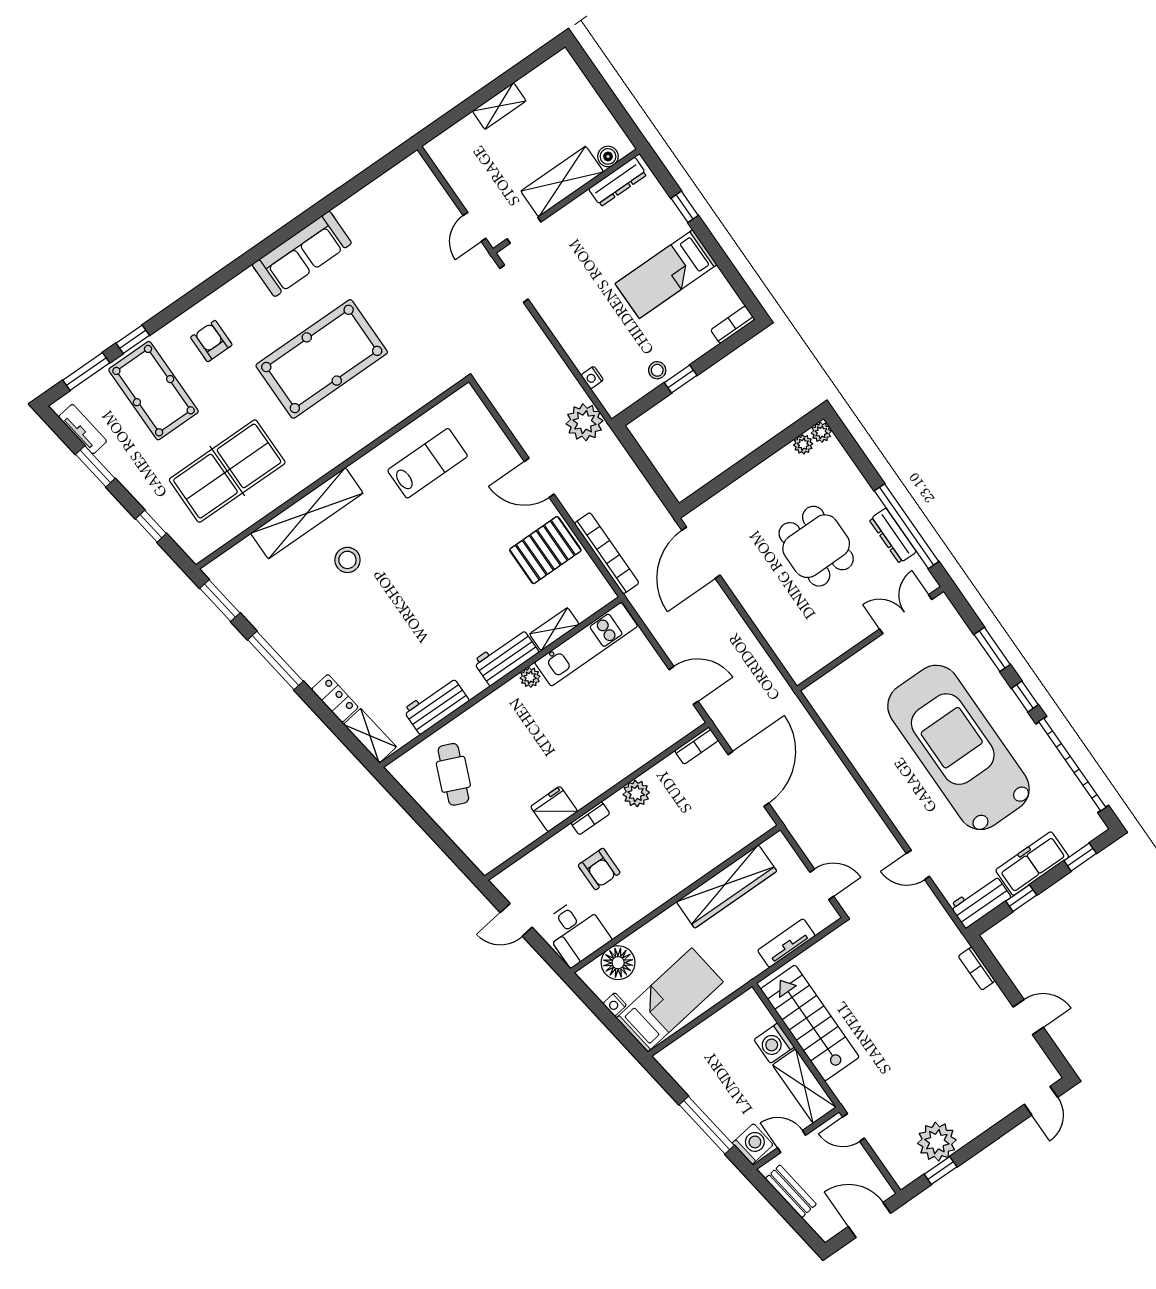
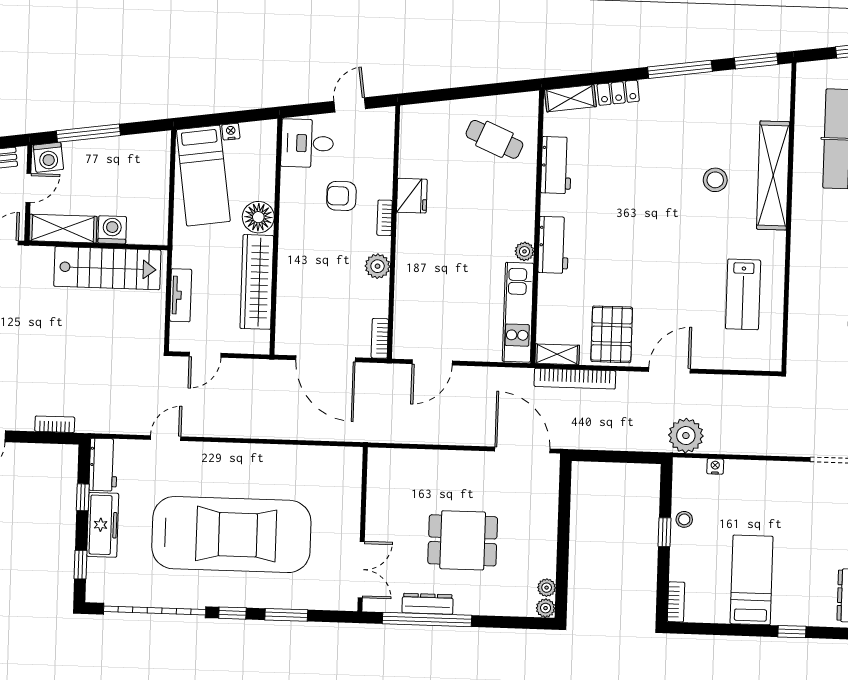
shelving: (554, 629) -> (557, 354), moved, turned 90
floor lamp: (618, 963) -> (258, 217), moved

